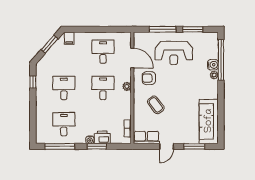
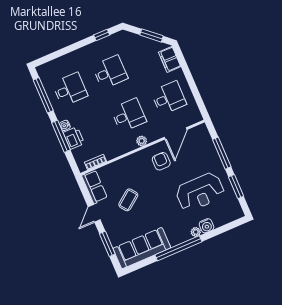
filing cabinet: (69, 38) -> (170, 59), width x2.00
reception desk: (174, 53) -> (200, 192), moved, turned -90
window: (221, 60) -> (178, 248), moved
coffee table: (156, 105) -> (128, 200), moved
window: (97, 146) -> (61, 136), width x1.44
door: (166, 146) -> (94, 213), hinge flipped

